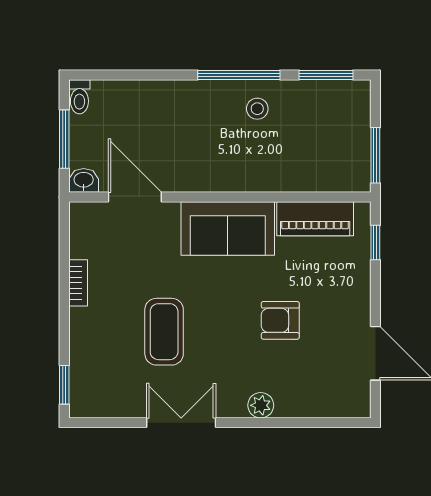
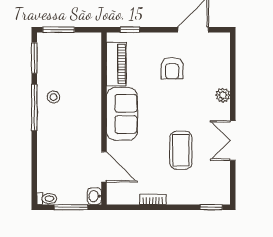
window: (375, 155) -> (59, 30), moved
door: (135, 197) -> (104, 167), swing flipped
armchair: (280, 320) -> (172, 68), moved
coffee table: (164, 332) -> (181, 150), turned 90

